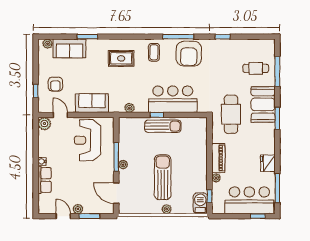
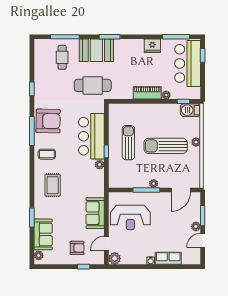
plant: (129, 108) -> (100, 165), moved
cafe table: (231, 114) -> (93, 85), moved
sun lounger: (163, 126) -> (128, 143), moved

